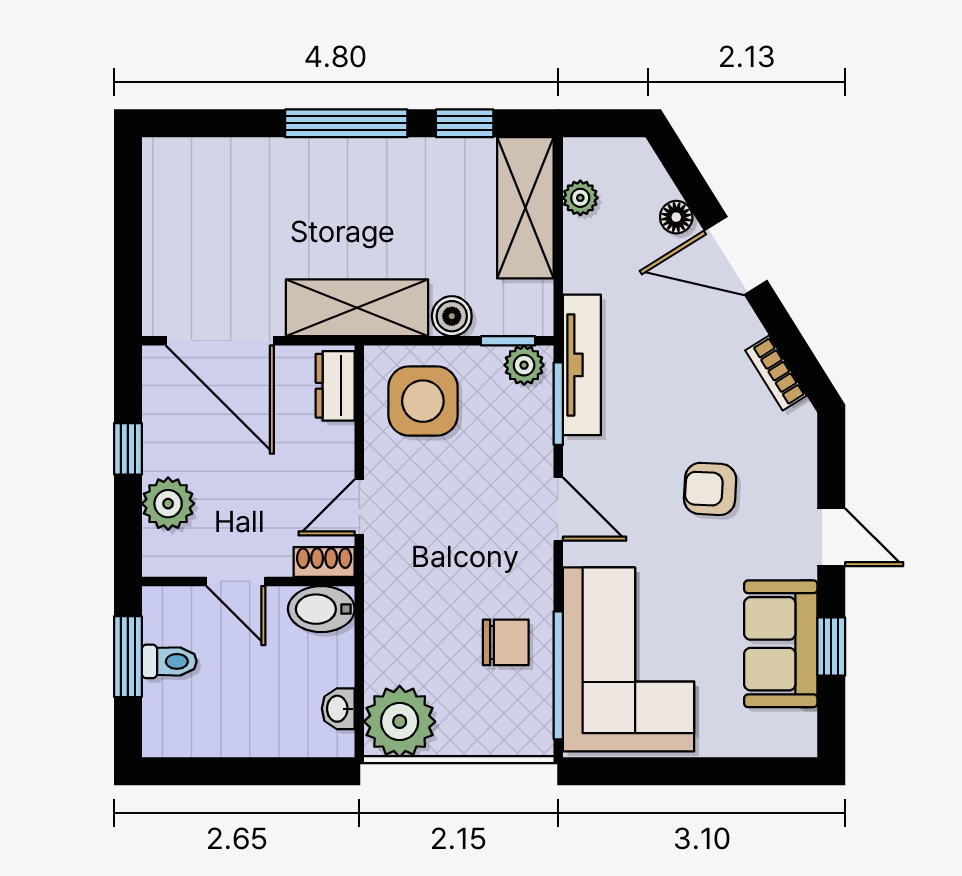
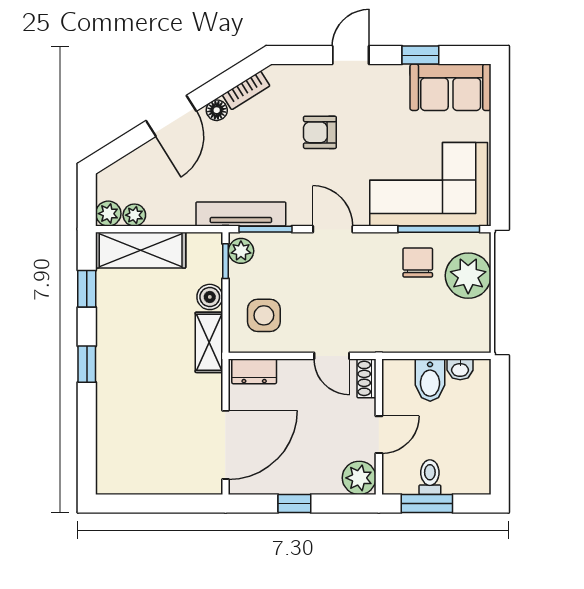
window: (346, 123) -> (87, 364), width x0.46
plant: (583, 157) -> (108, 214), added
floor lamp: (676, 217) -> (217, 110), moved
shelving: (357, 308) -> (209, 342), width x0.67, depth x0.75
side table: (423, 401) -> (264, 315), width x0.73, depth x0.73
armchair: (710, 489) -> (320, 132), turned 87
plant: (168, 504) -> (359, 478), moved
door: (558, 509) -> (333, 229), hinge flipped
bidet: (321, 609) -> (430, 380), moved
sofa: (781, 644) -> (451, 87), moved
plant: (400, 722) -> (468, 276), moved

